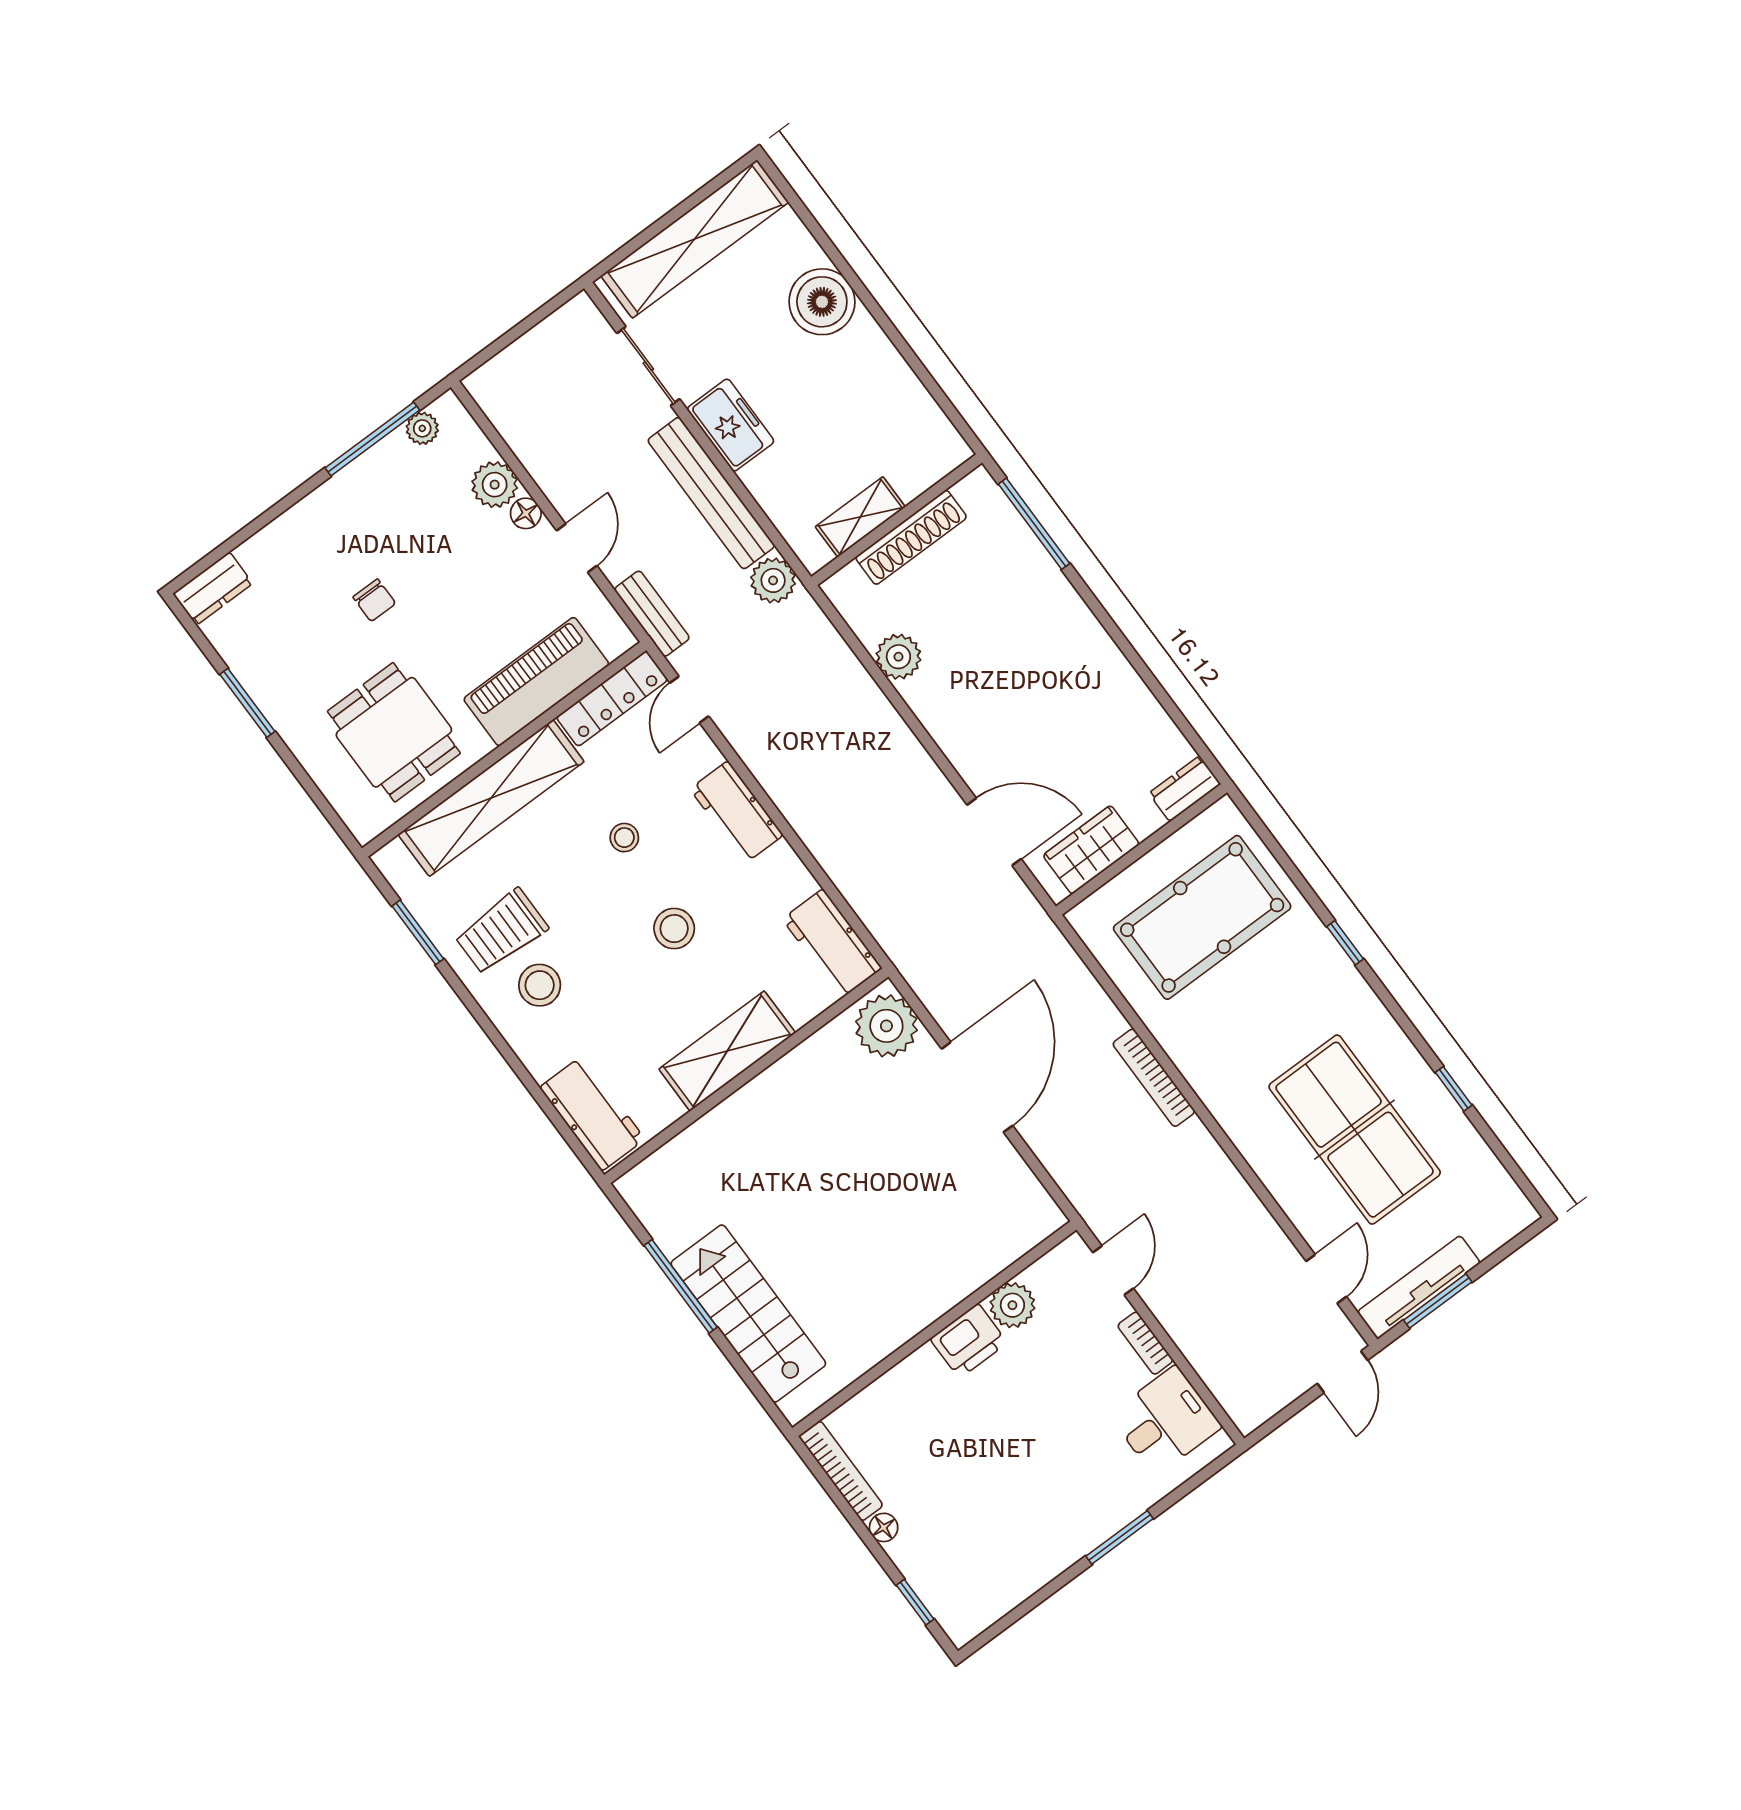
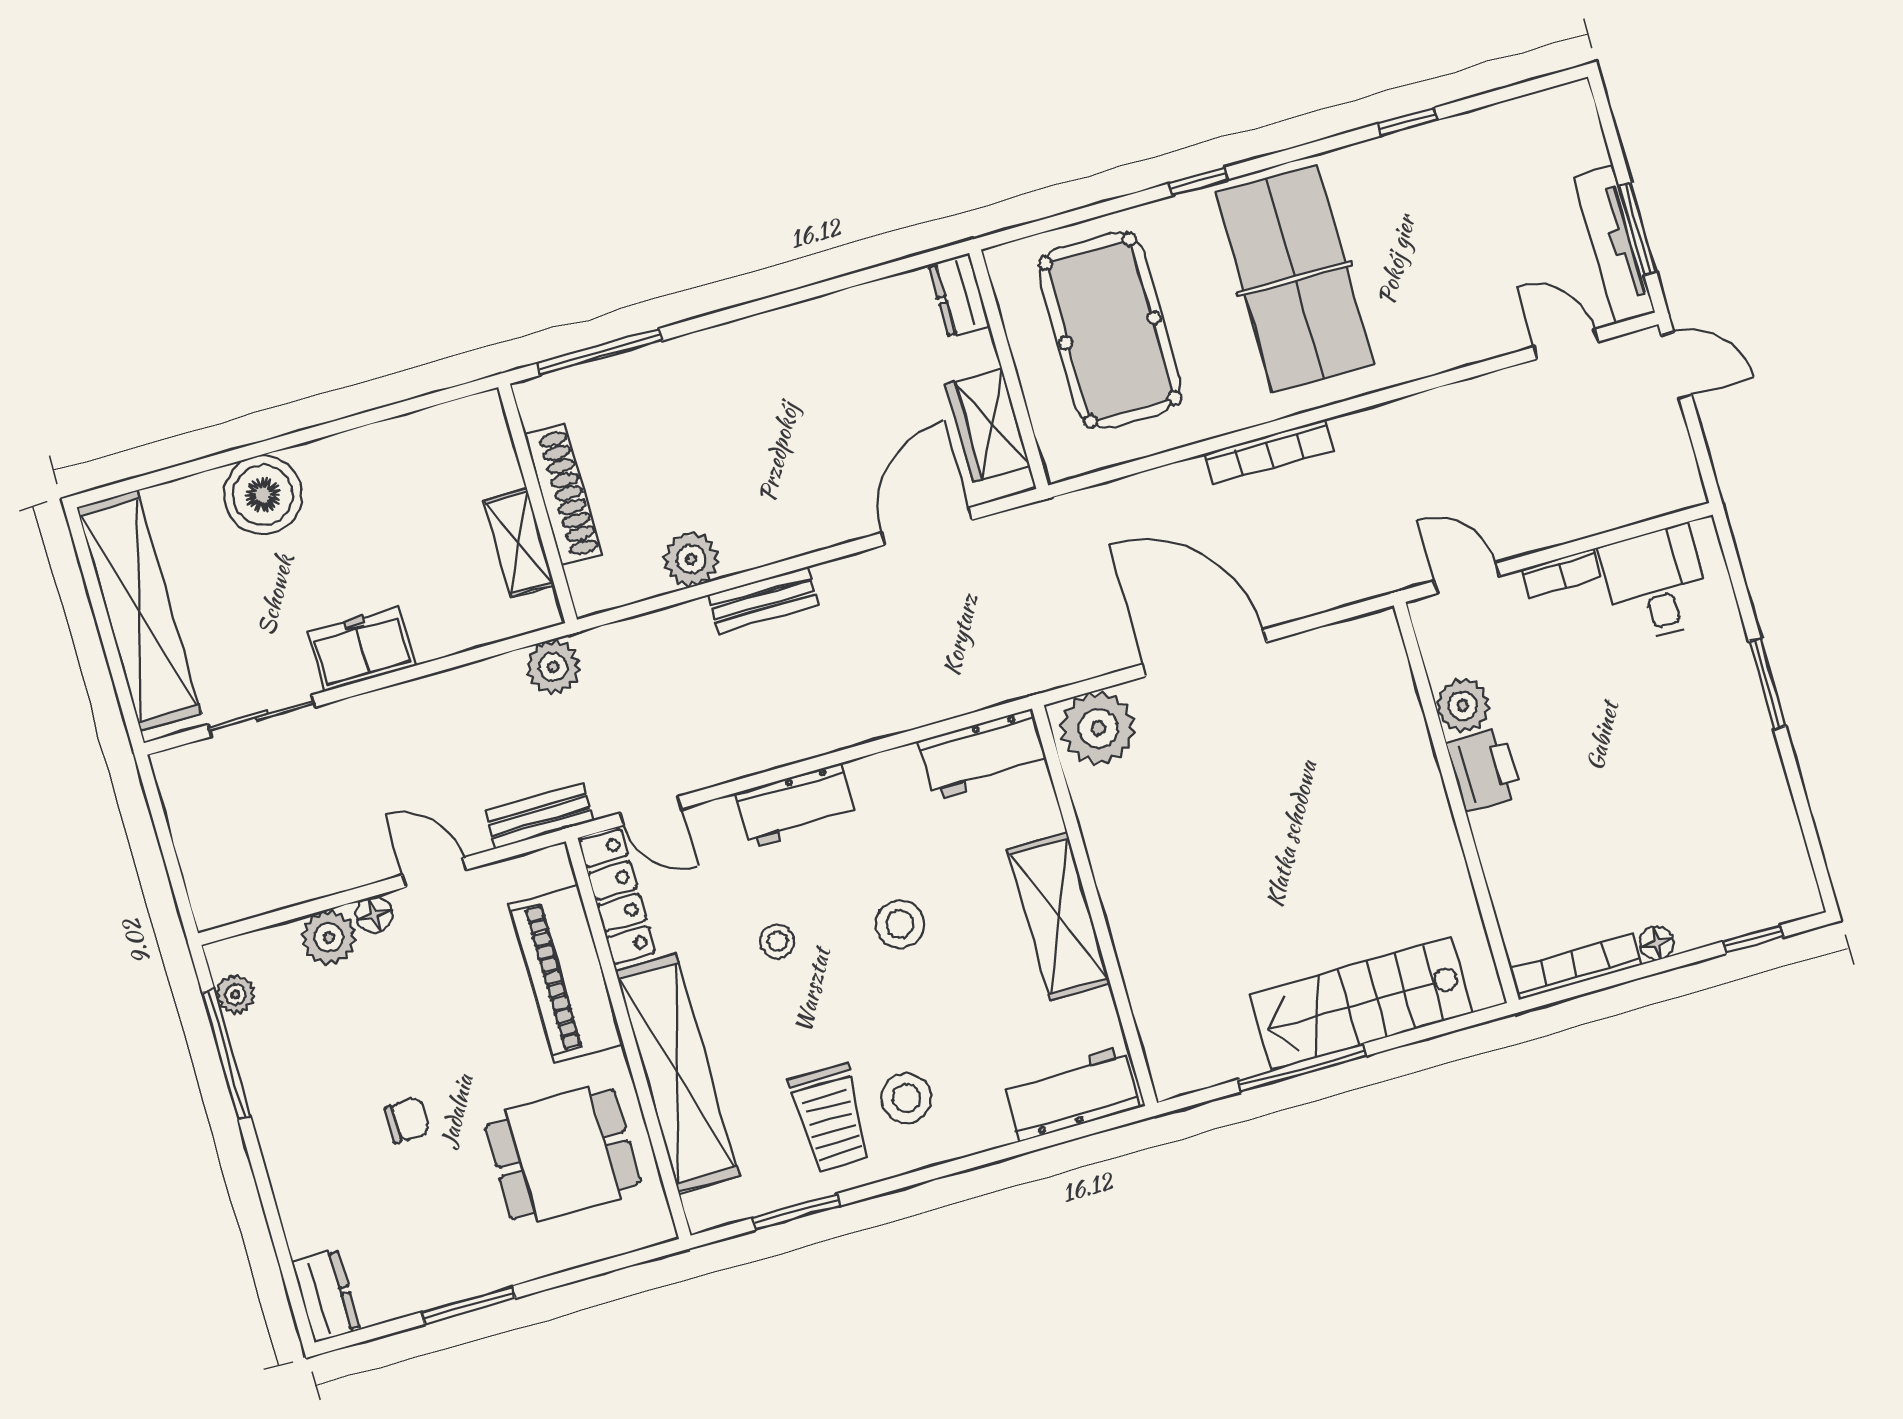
bench: (711, 493) -> (763, 600), moved, width x0.54, depth x0.82
table tennis table: (1355, 1130) -> (1295, 279), moved, turned 90

